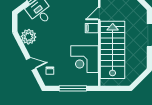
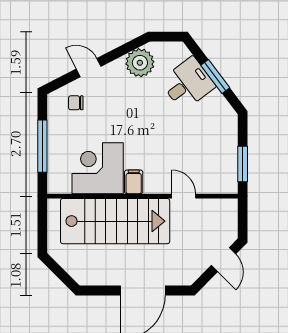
filing cabinet: (92, 28) -> (134, 182), moved
door: (31, 64) -> (89, 68), swing flipped

